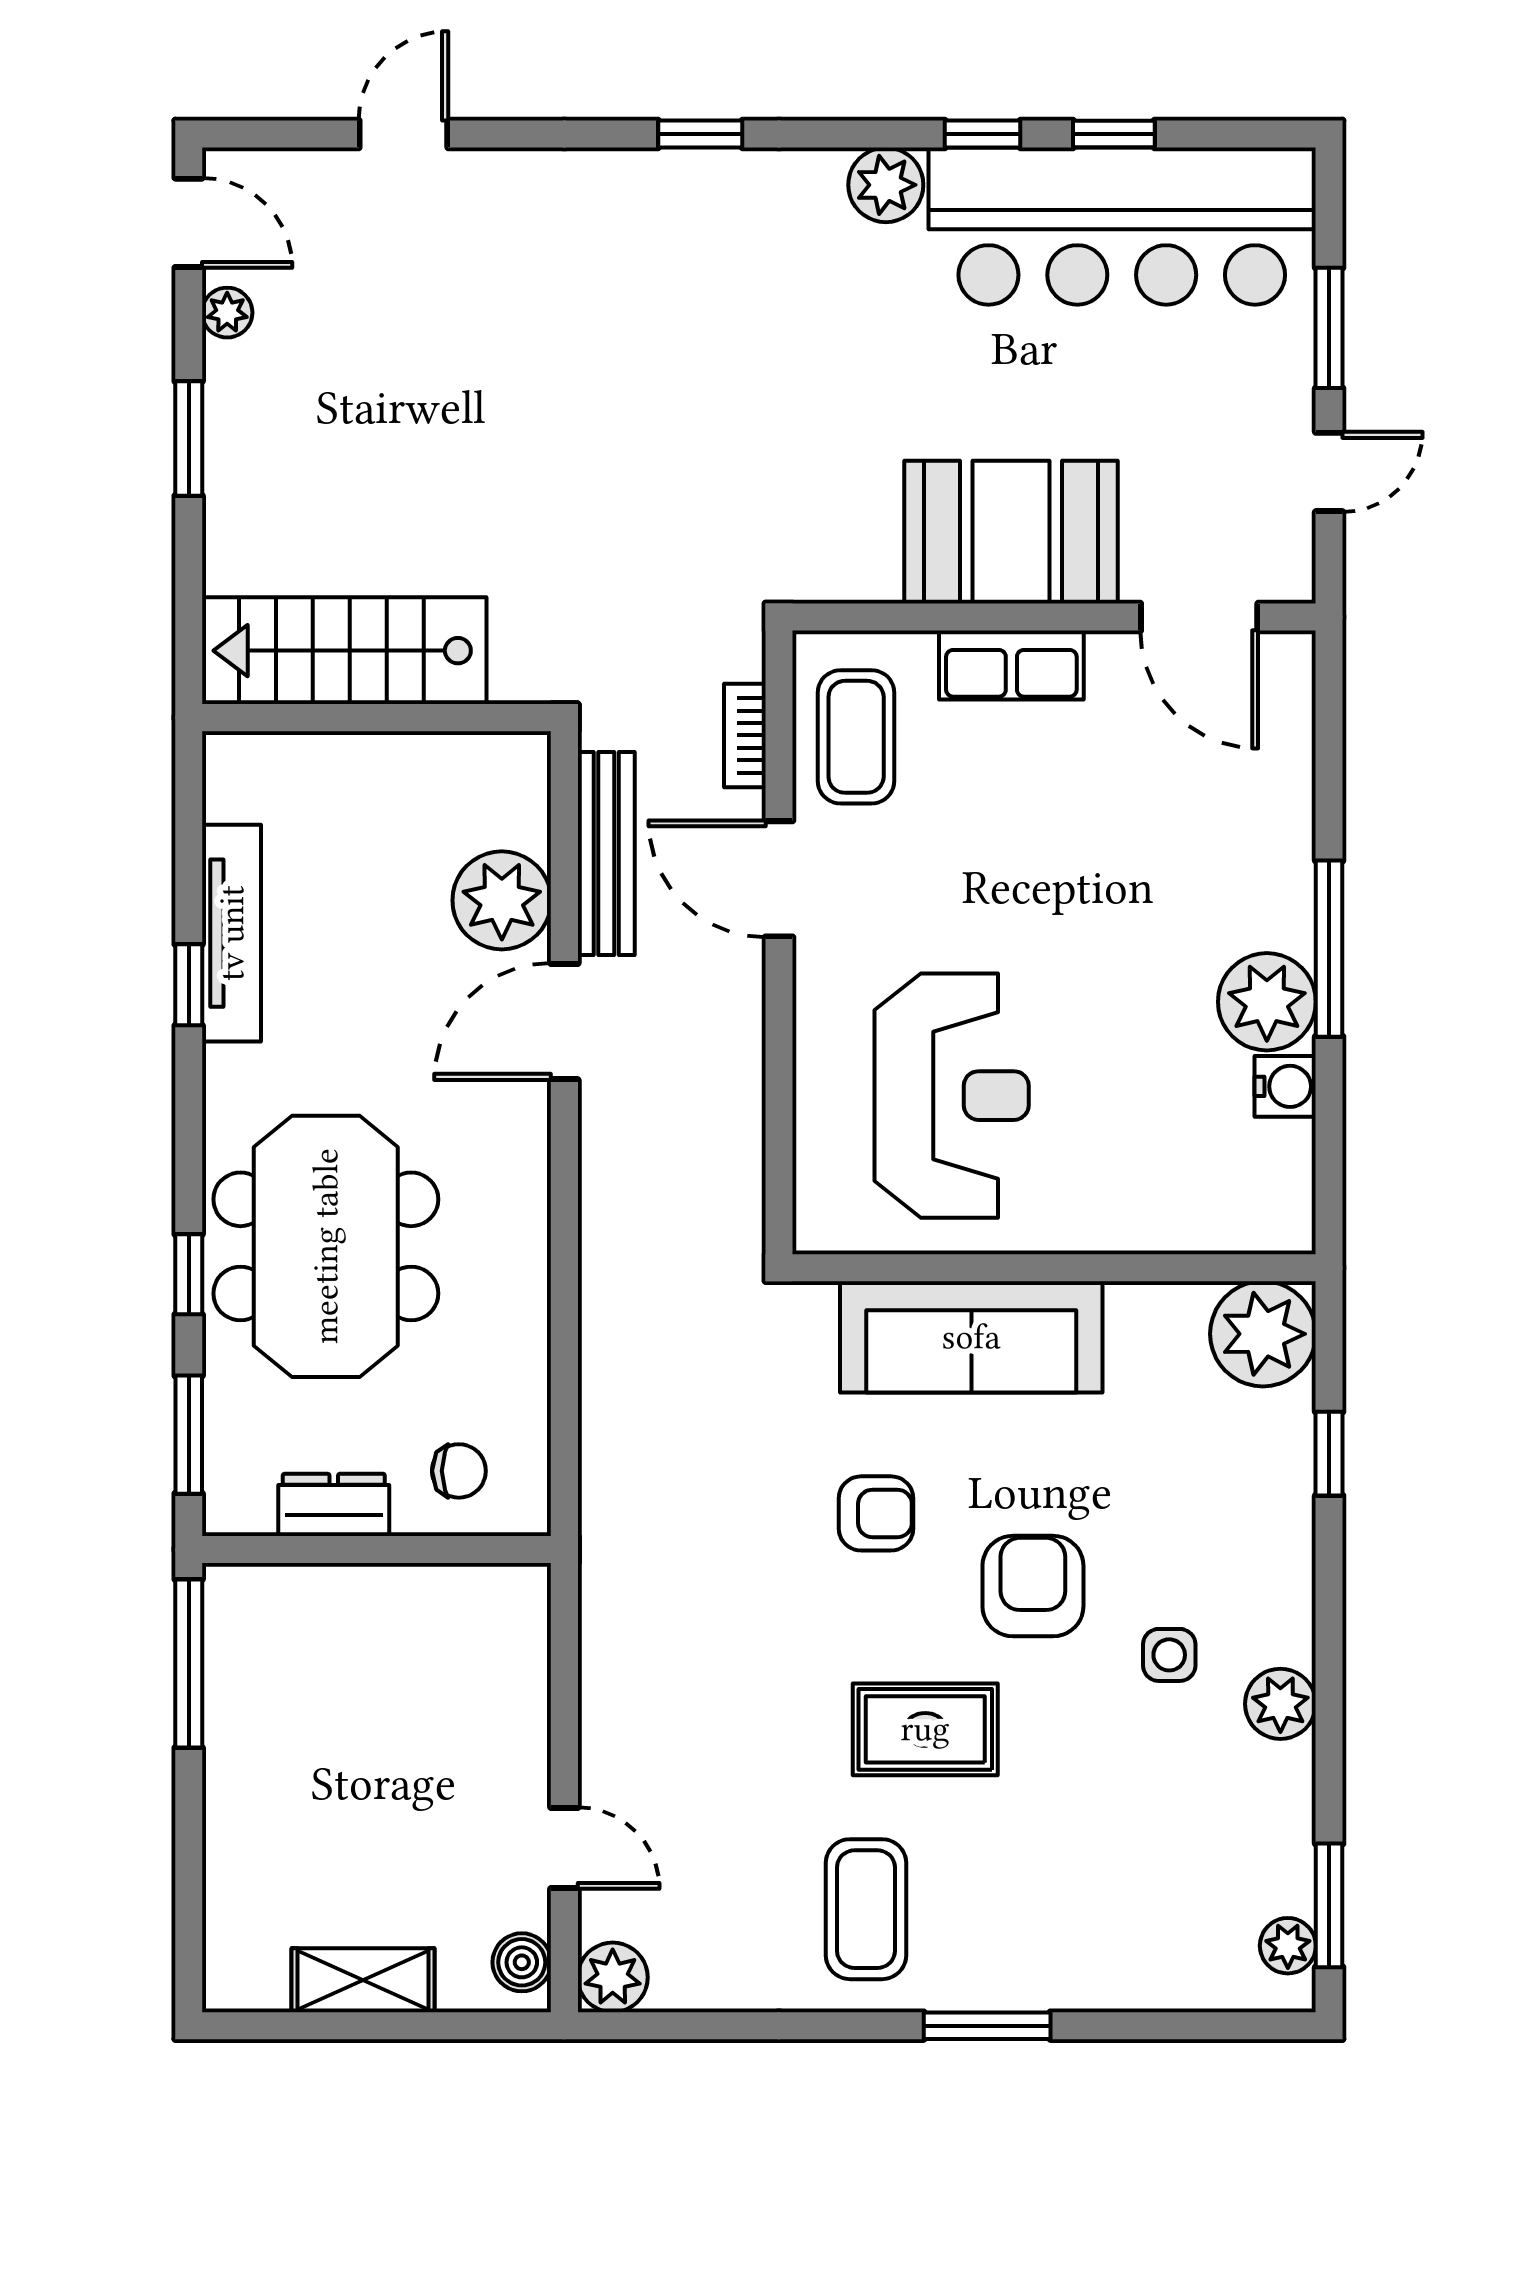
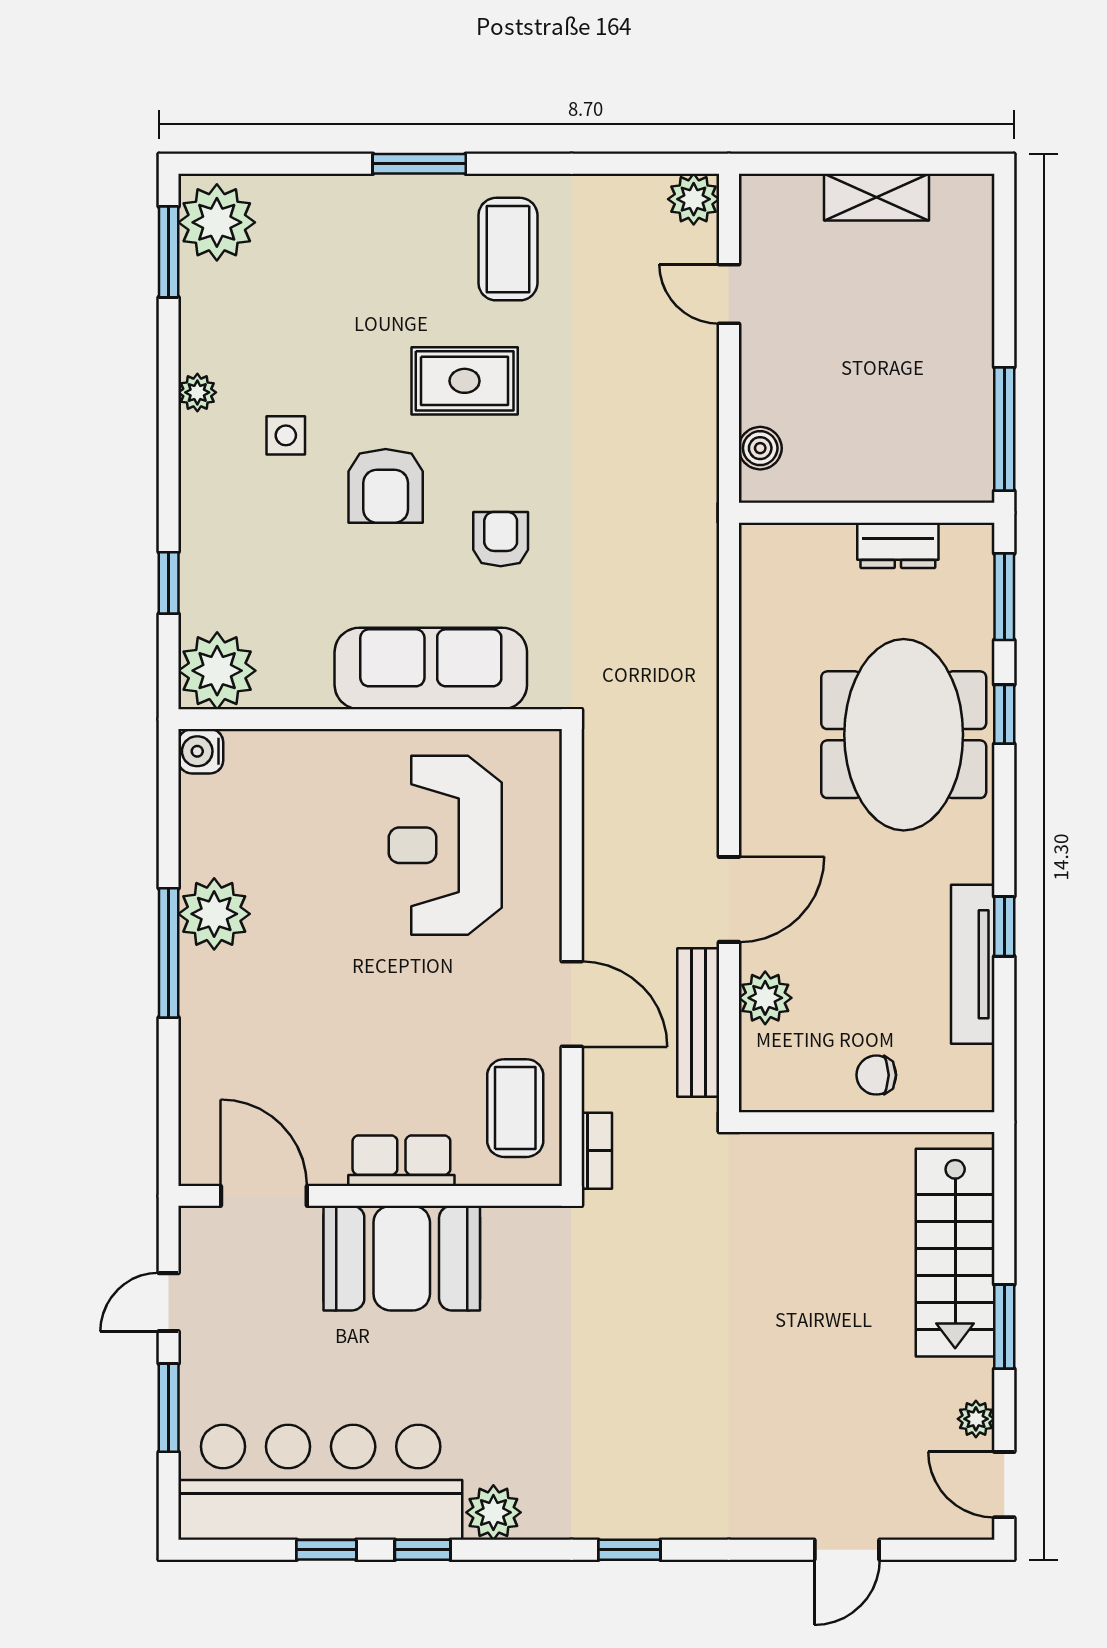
stairs: (344, 651) -> (955, 1253), moved, turned 90
bookcase: (745, 735) -> (597, 1151), moved
plant: (502, 900) -> (765, 998), width x0.73, depth x0.73
water cooler: (1285, 1086) -> (201, 751), moved
chair: (459, 1471) -> (876, 1075), moved
armchair: (876, 1513) -> (501, 539), turned 90
plant: (1280, 1704) -> (197, 392), width x0.73, depth x0.73
plant: (1288, 1946) -> (217, 222), width x1.87, depth x1.87
boiler: (522, 1962) -> (760, 448), moved

